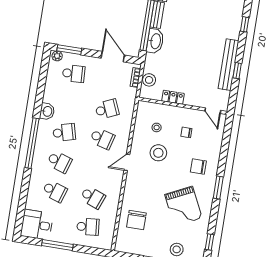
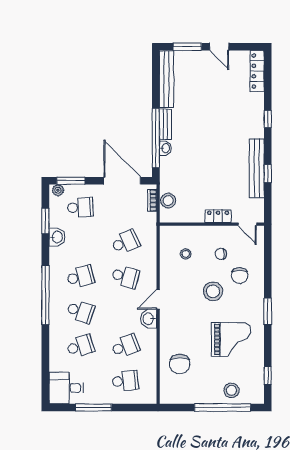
washbasin: (155, 41) -> (165, 148), width x0.52, depth x0.69
door: (113, 57) -> (122, 181), width x1.36
window: (42, 80) -> (45, 221), added
locker: (173, 97) -> (218, 216), moved
washbasin: (47, 111) -> (57, 237), moved
stool: (158, 153) -> (213, 291), moved
chair: (198, 167) -> (240, 276), moved, turned -90
washbasin: (116, 177) -> (149, 319), added
school desk: (55, 191) -> (80, 346), turned -36
school desk: (93, 197) -> (125, 346), turned -42
grand piano: (183, 206) -> (231, 339), turned -64

